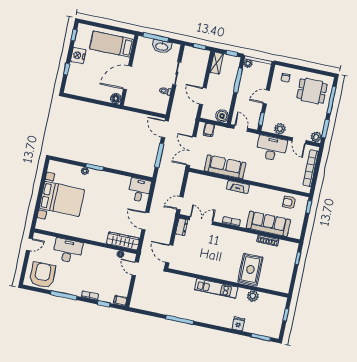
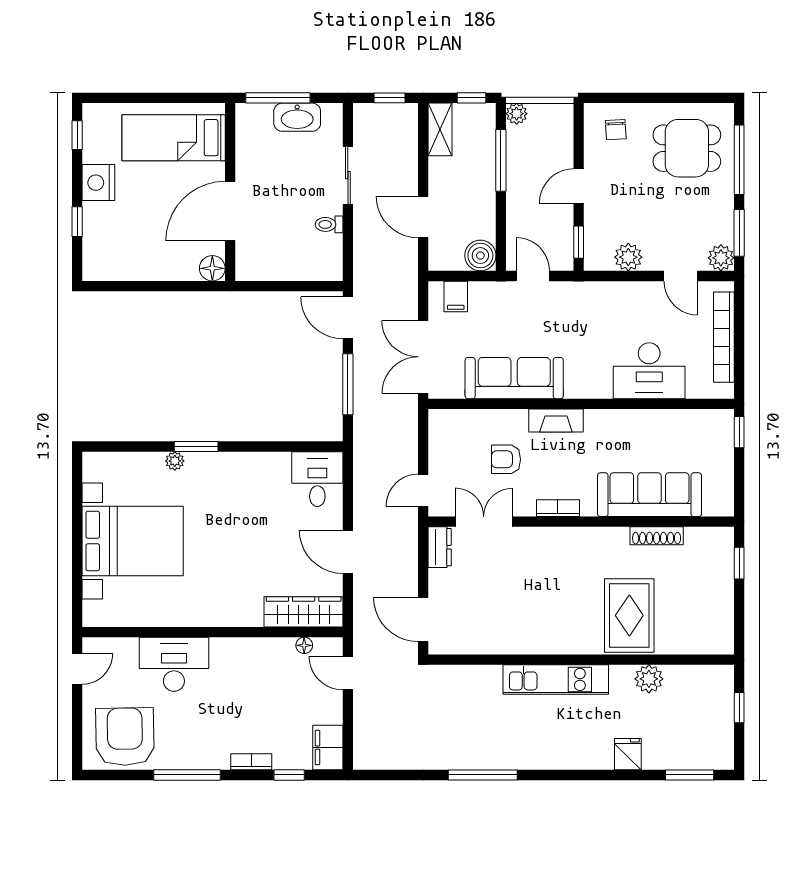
desk: (271, 148) -> (649, 371), moved, turned 180
armchair: (289, 203) -> (506, 459), moved
filing cabinet: (120, 301) -> (328, 748), width x2.00

